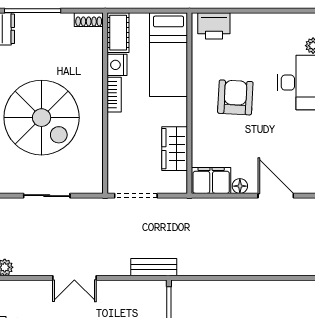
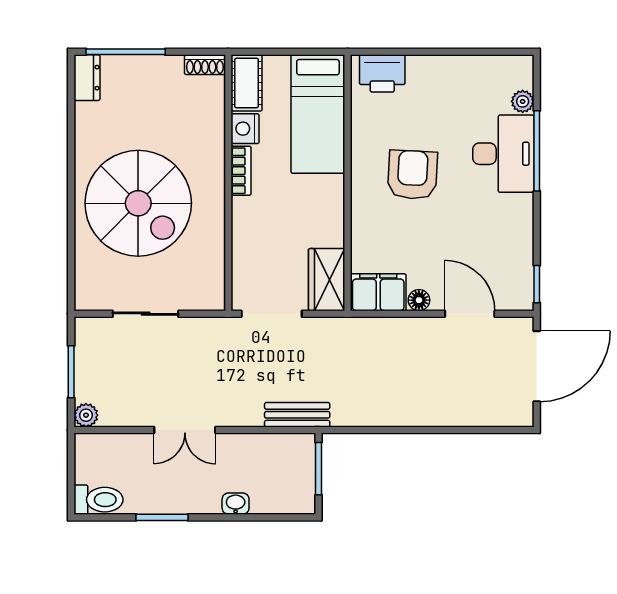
wardrobe: (175, 149) -> (327, 280), moved

